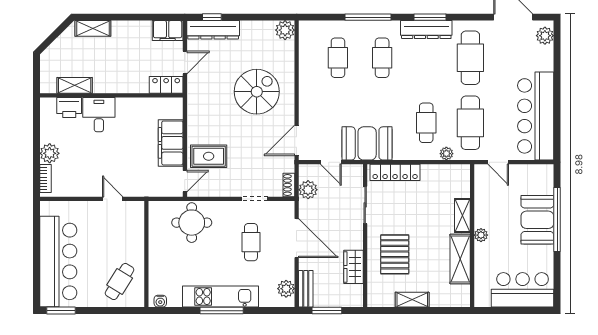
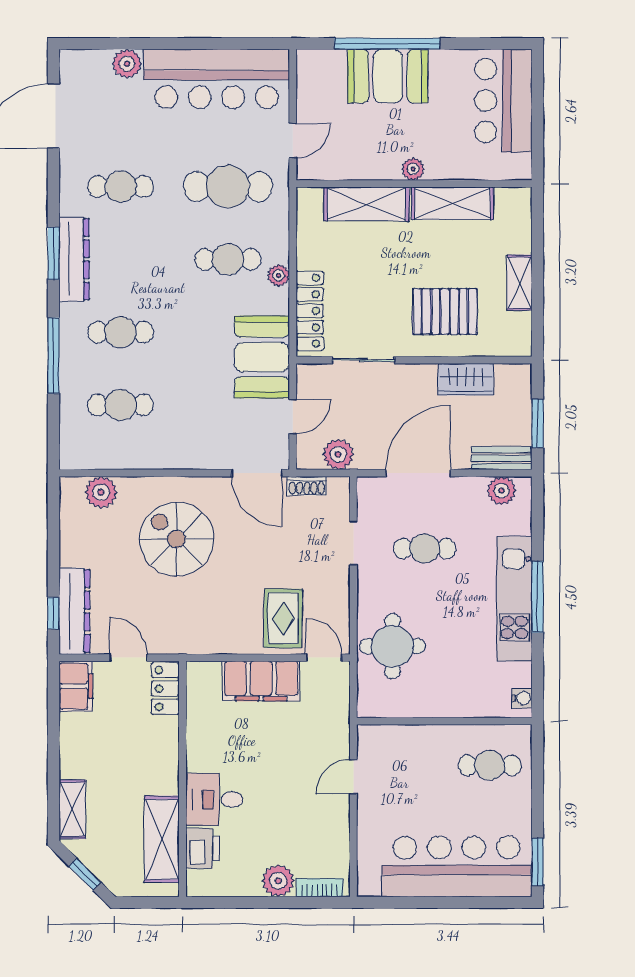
plant: (285, 30) -> (101, 492), moved
window: (54, 36) -> (85, 874), added
plant: (545, 36) -> (127, 64), moved
cafe table: (470, 58) -> (121, 187), width x0.73, depth x0.74
shelving: (75, 85) -> (162, 839), width x1.50, depth x1.33
plant: (446, 154) -> (279, 275), moved
shoe rack: (289, 185) -> (307, 486), moved
shelving: (462, 216) -> (367, 204), width x1.50, depth x1.33
cafe table: (120, 281) -> (490, 765), turned -32

